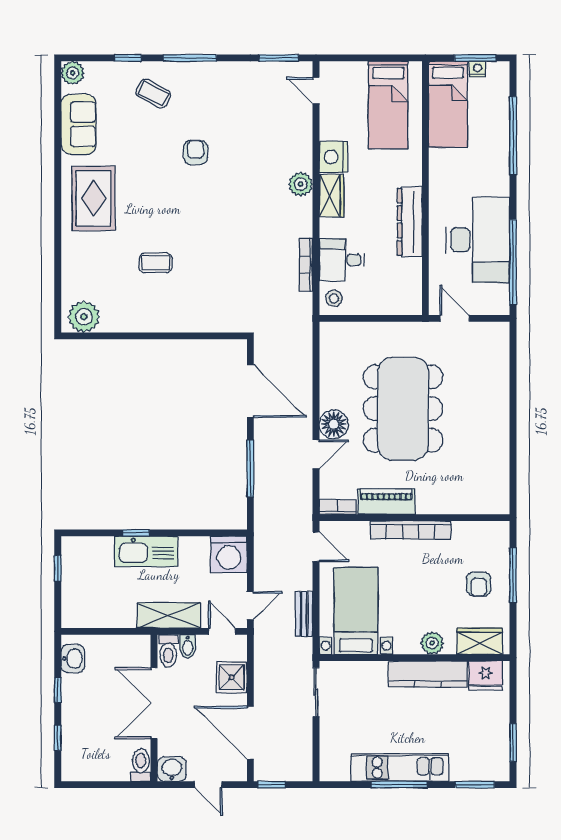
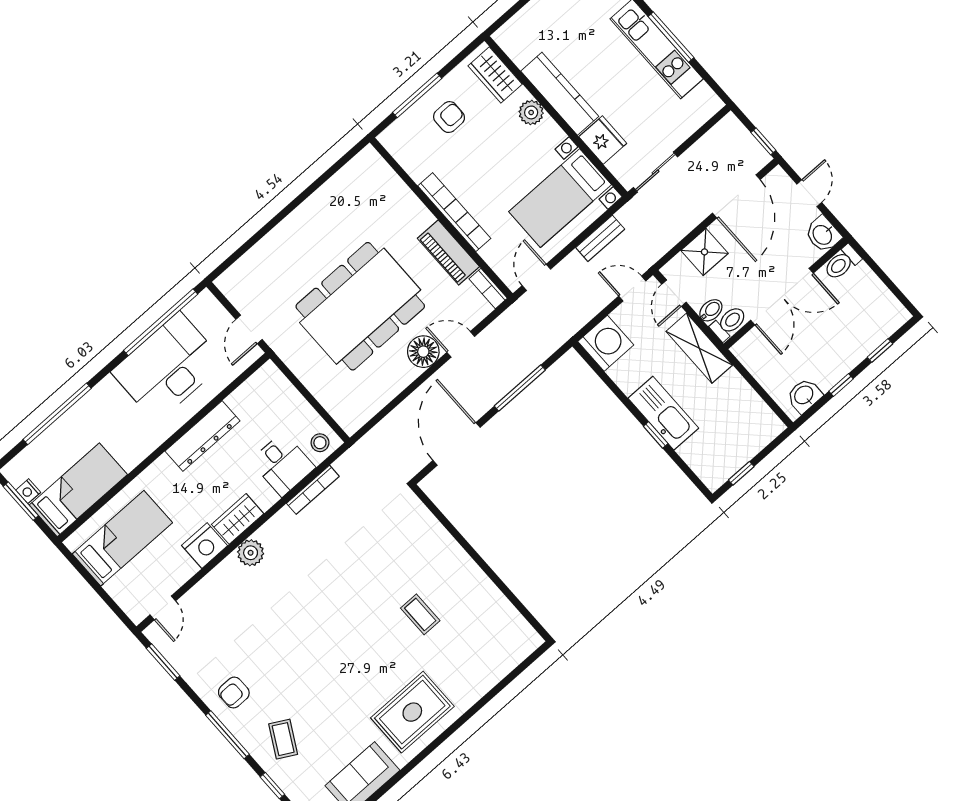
armchair: (196, 152) -> (234, 693), moved
plant: (84, 317) -> (516, 634), removed
fridge: (486, 675) -> (603, 140), moved

